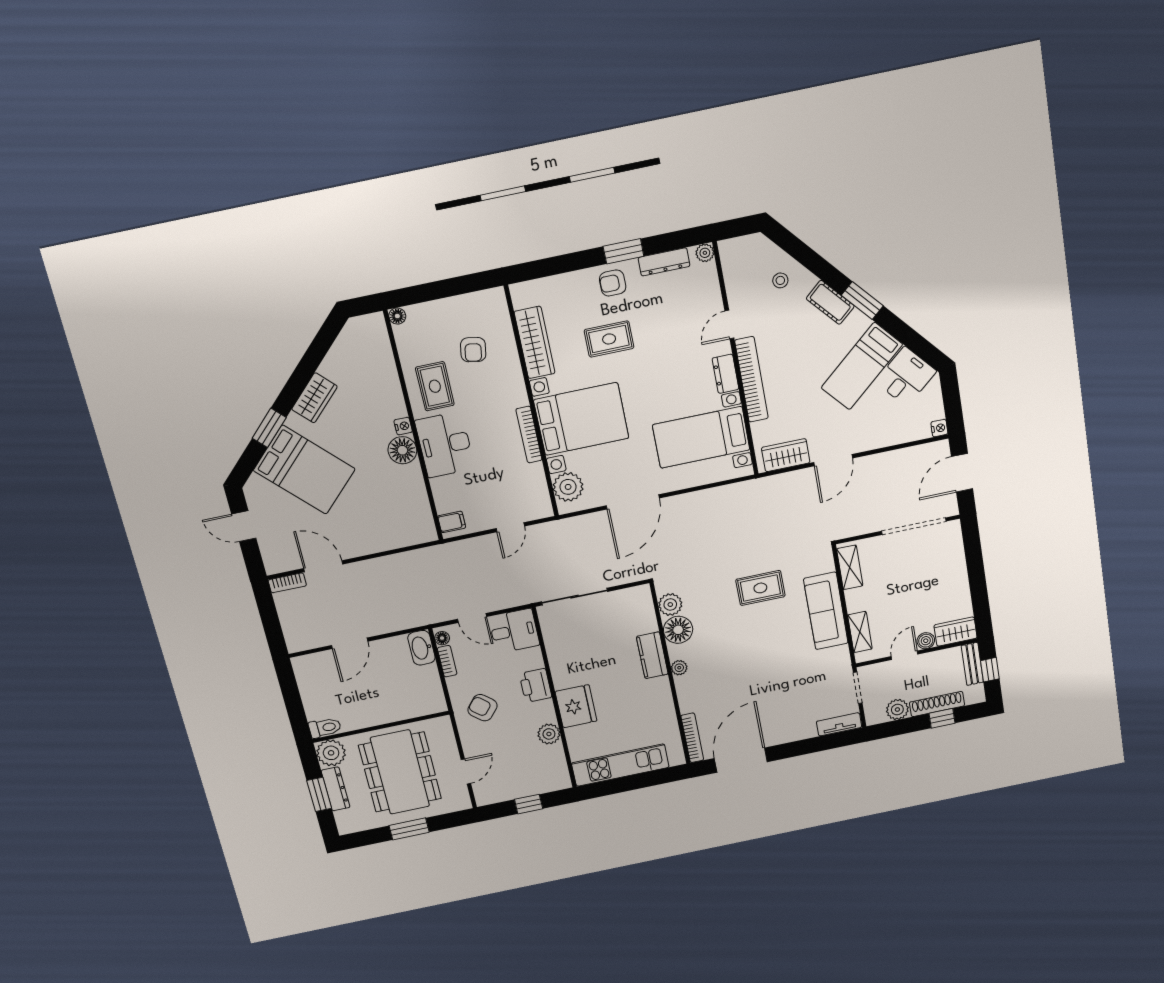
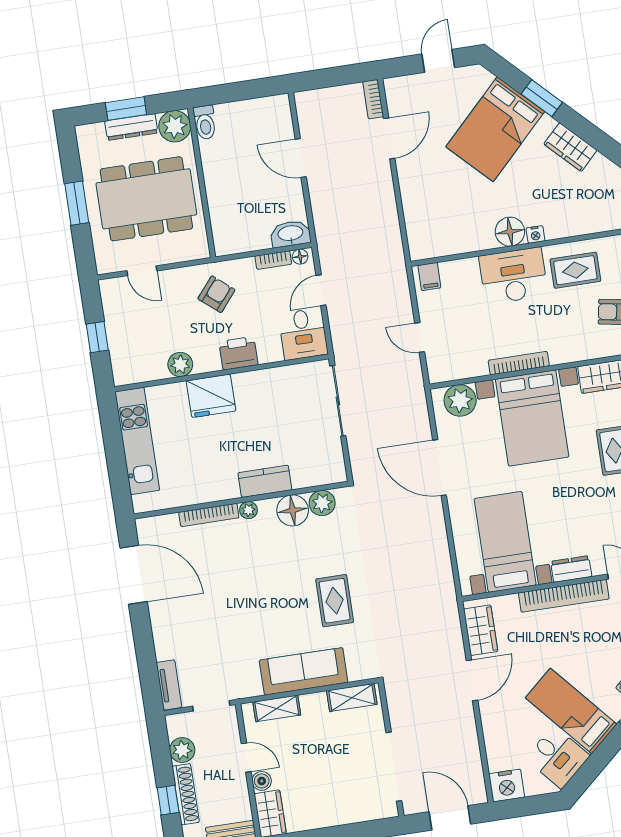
nightstand: (939, 428) -> (507, 786), width x1.89, depth x1.79
door: (833, 460) -> (472, 680), swing flipped
bookcase: (692, 738) -> (209, 515), moved

